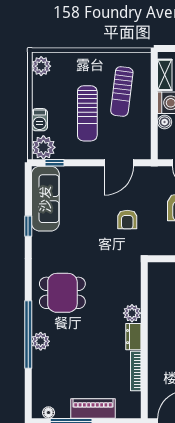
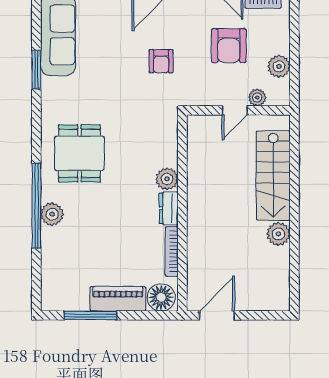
window: (28, 226) -> (36, 69), width x1.50
dining table: (62, 293) -> (79, 153), turned 90
floor lamp: (48, 413) -> (161, 297), moved, width x1.89, depth x1.89

